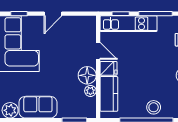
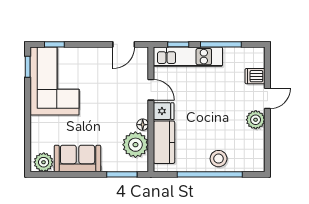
door: (53, 14) -> (124, 44), moved
floor lamp: (87, 75) -> (143, 125), width x0.53, depth x0.53
plant: (90, 91) -> (135, 145), width x1.87, depth x1.87

